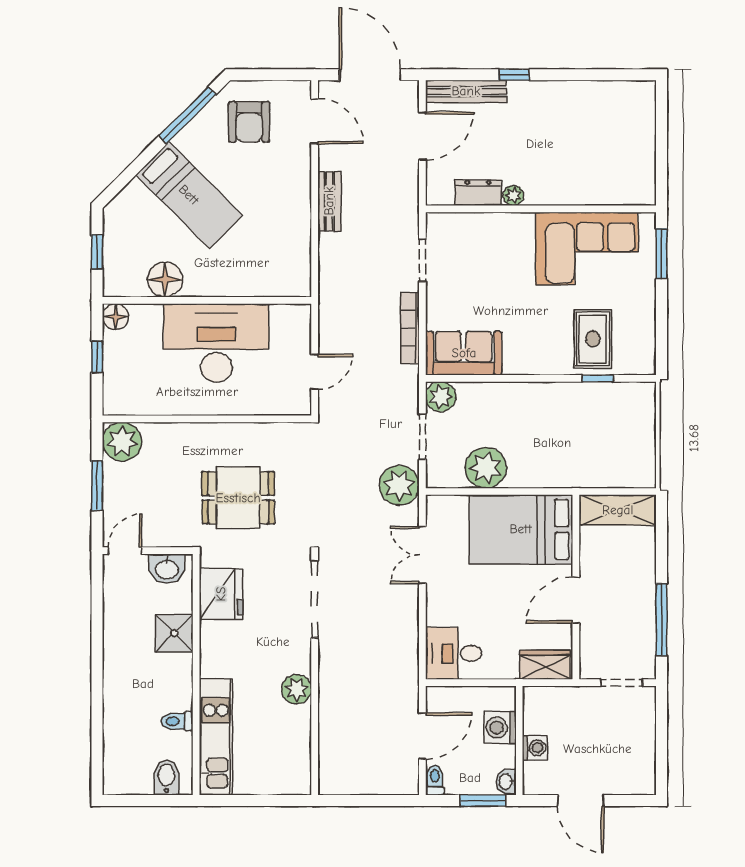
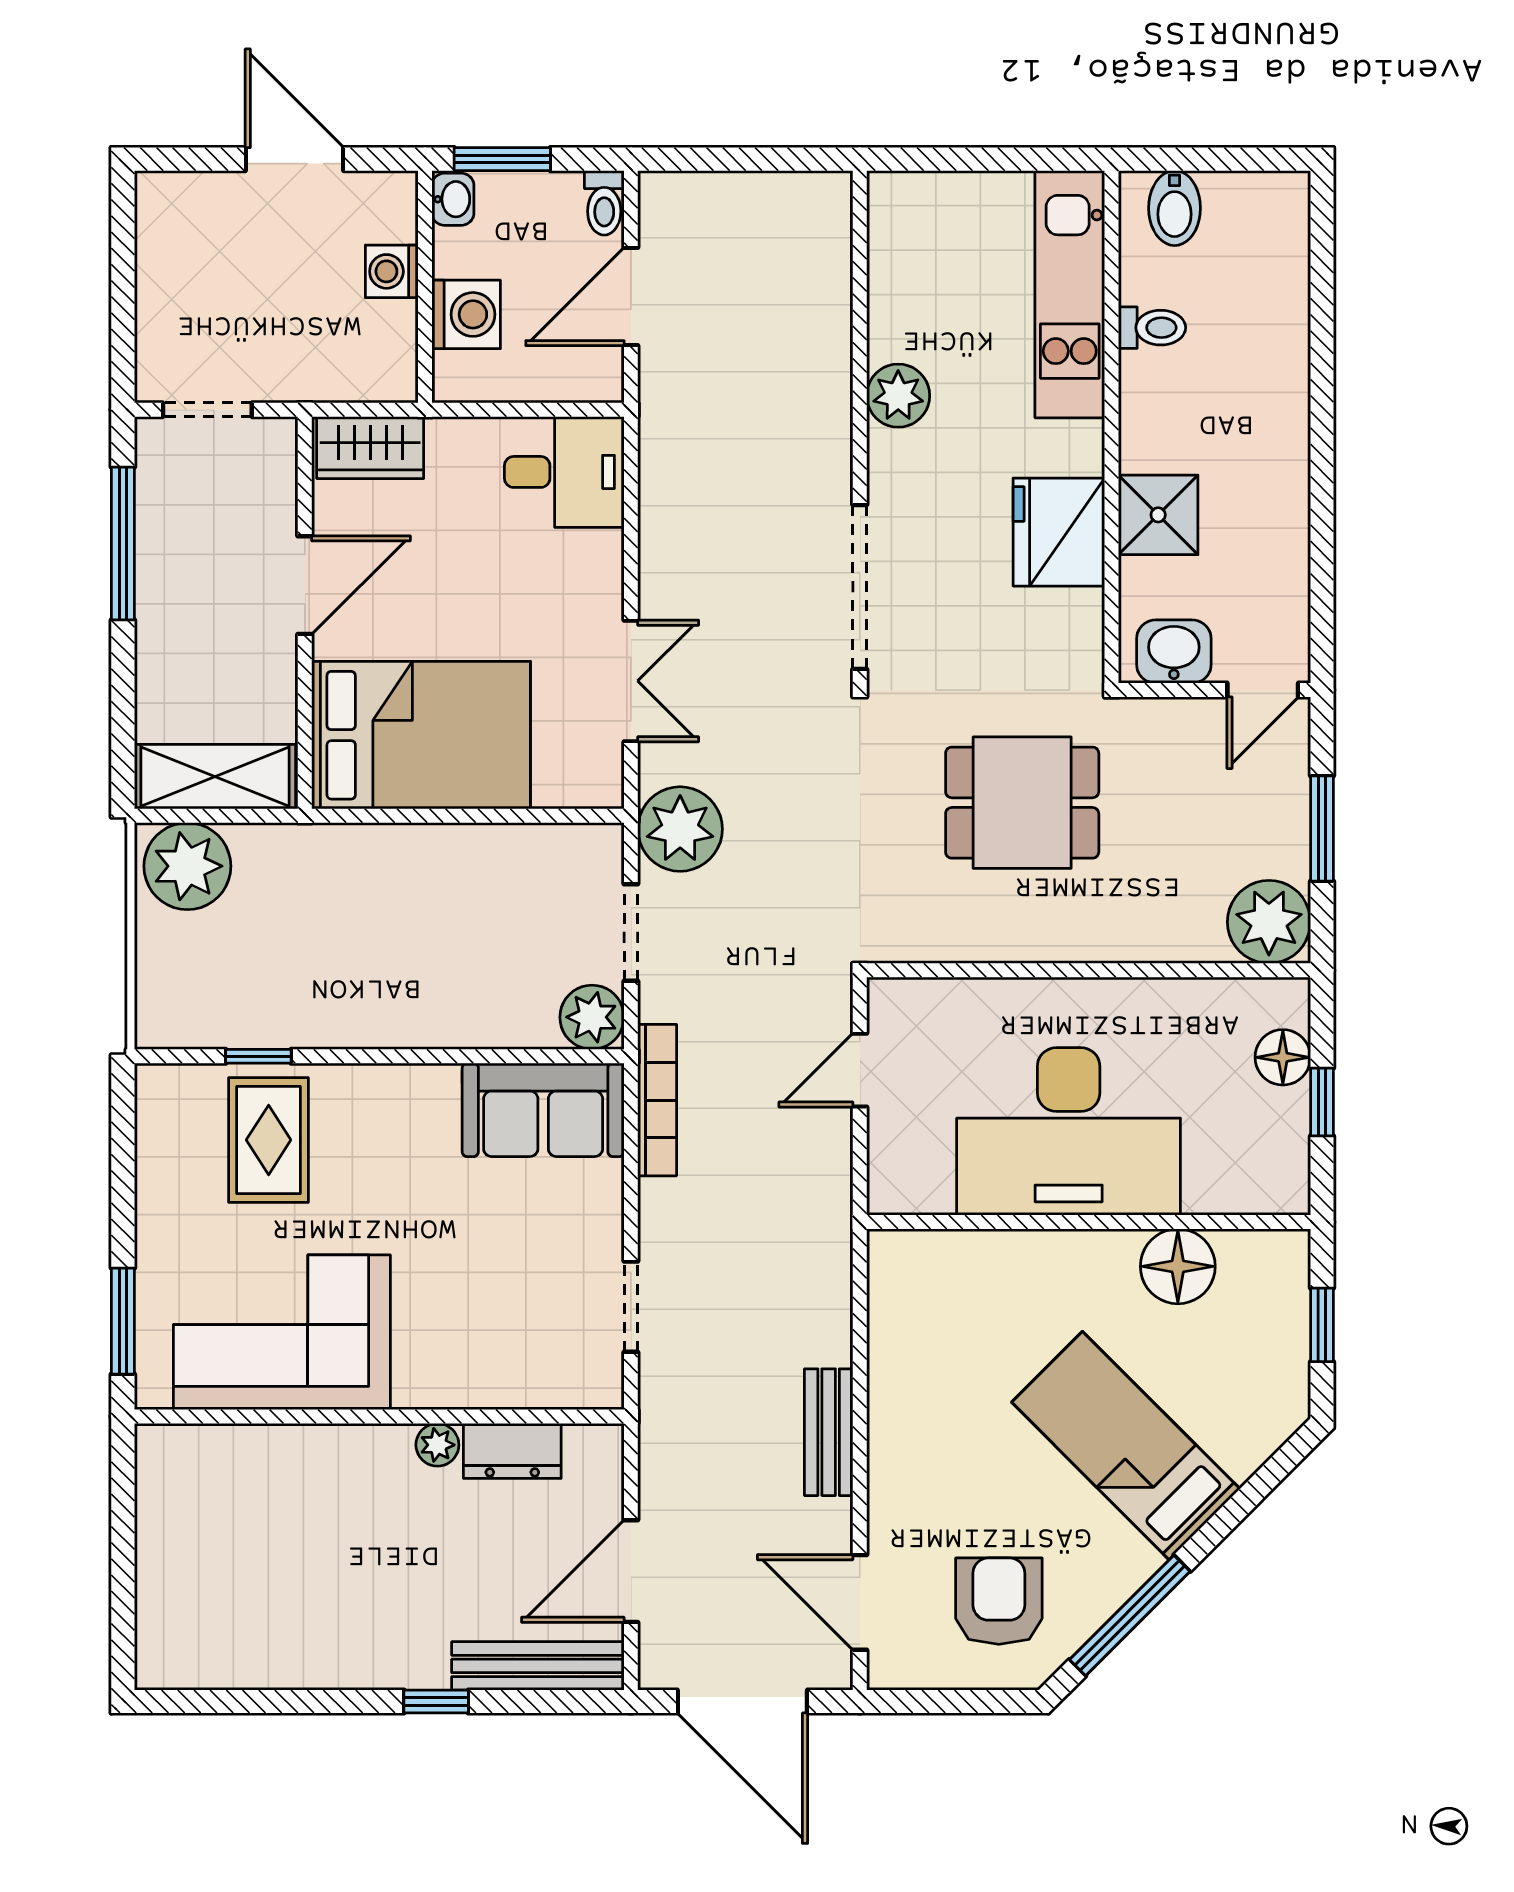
floor lamp: (116, 317) -> (1283, 1057), moved
bookcase: (410, 328) -> (657, 1100), moved
plant: (486, 468) -> (187, 866), moved
fridge: (221, 594) -> (1059, 532), moved

